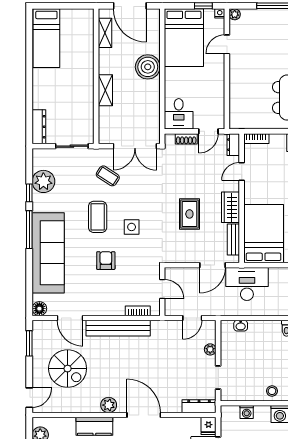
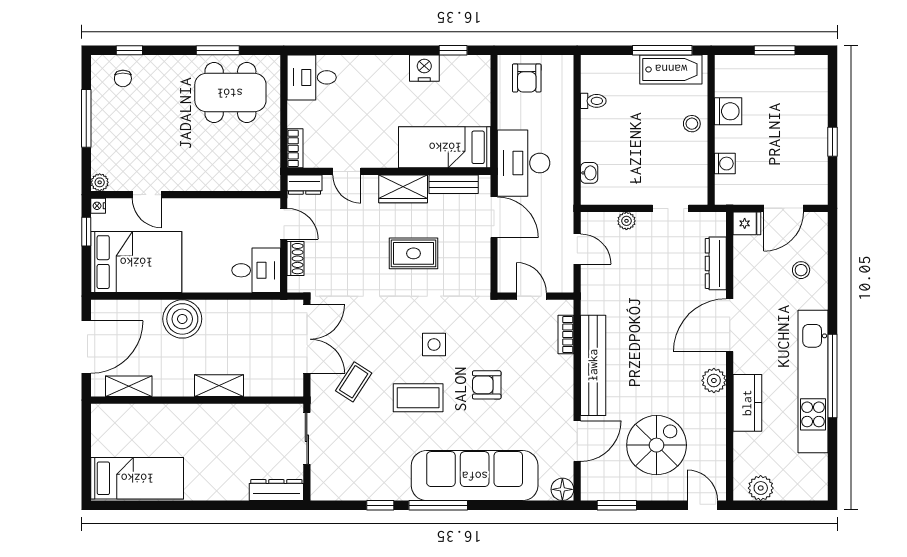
plant: (43, 181) -> (362, 483), removed
bed: (264, 234) -> (445, 147), width x0.67
door: (162, 289) -> (531, 296), hinge flipped
dresser: (199, 406) -> (716, 263), moved

